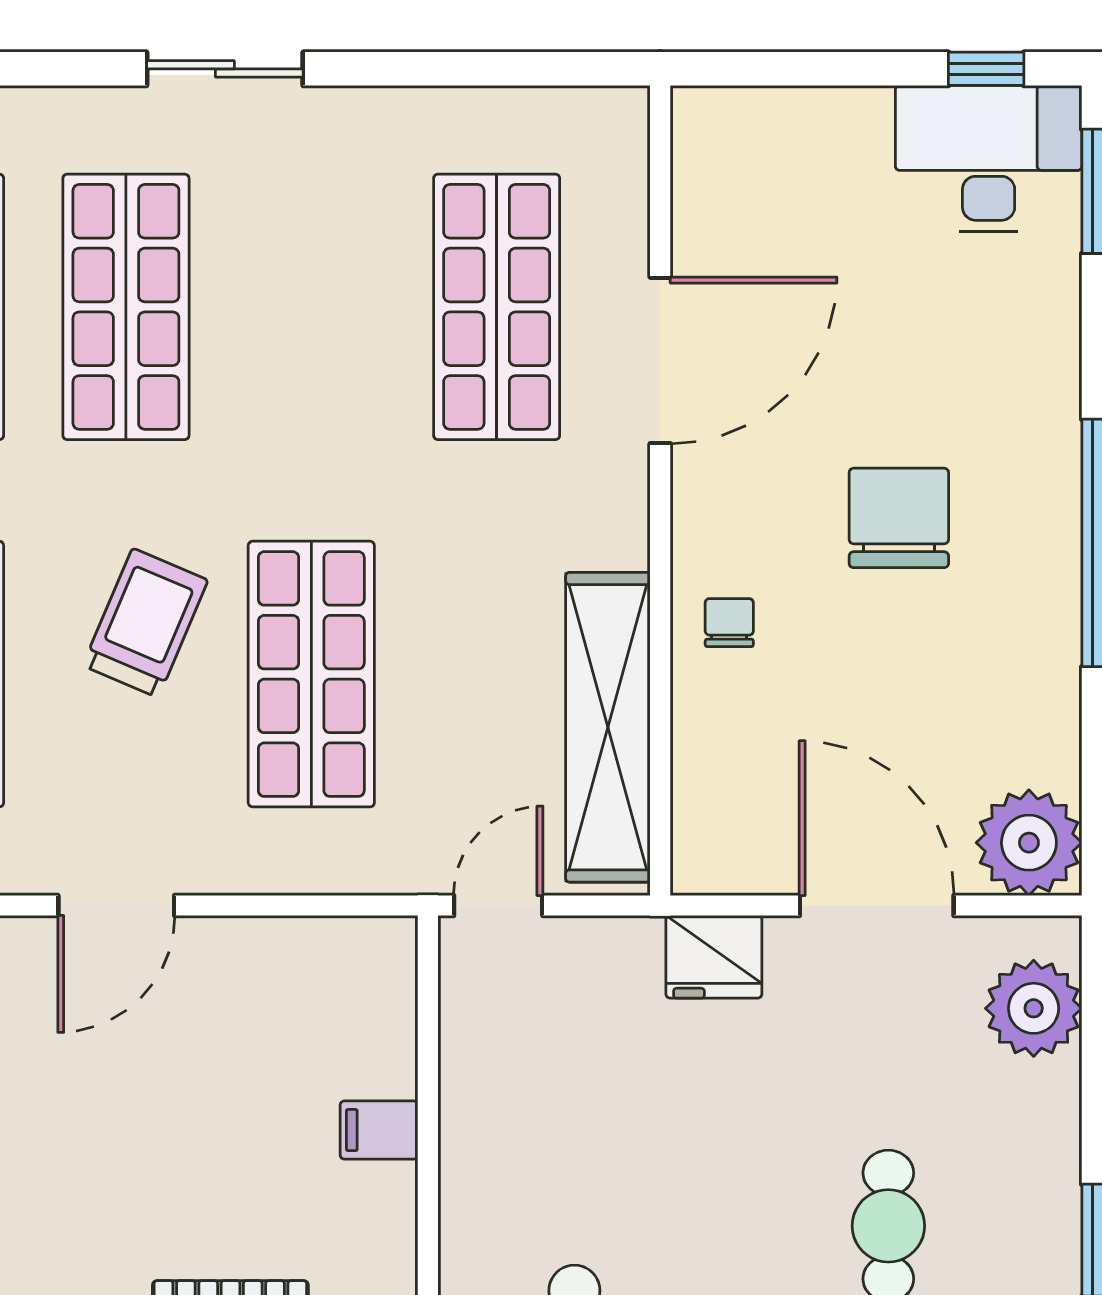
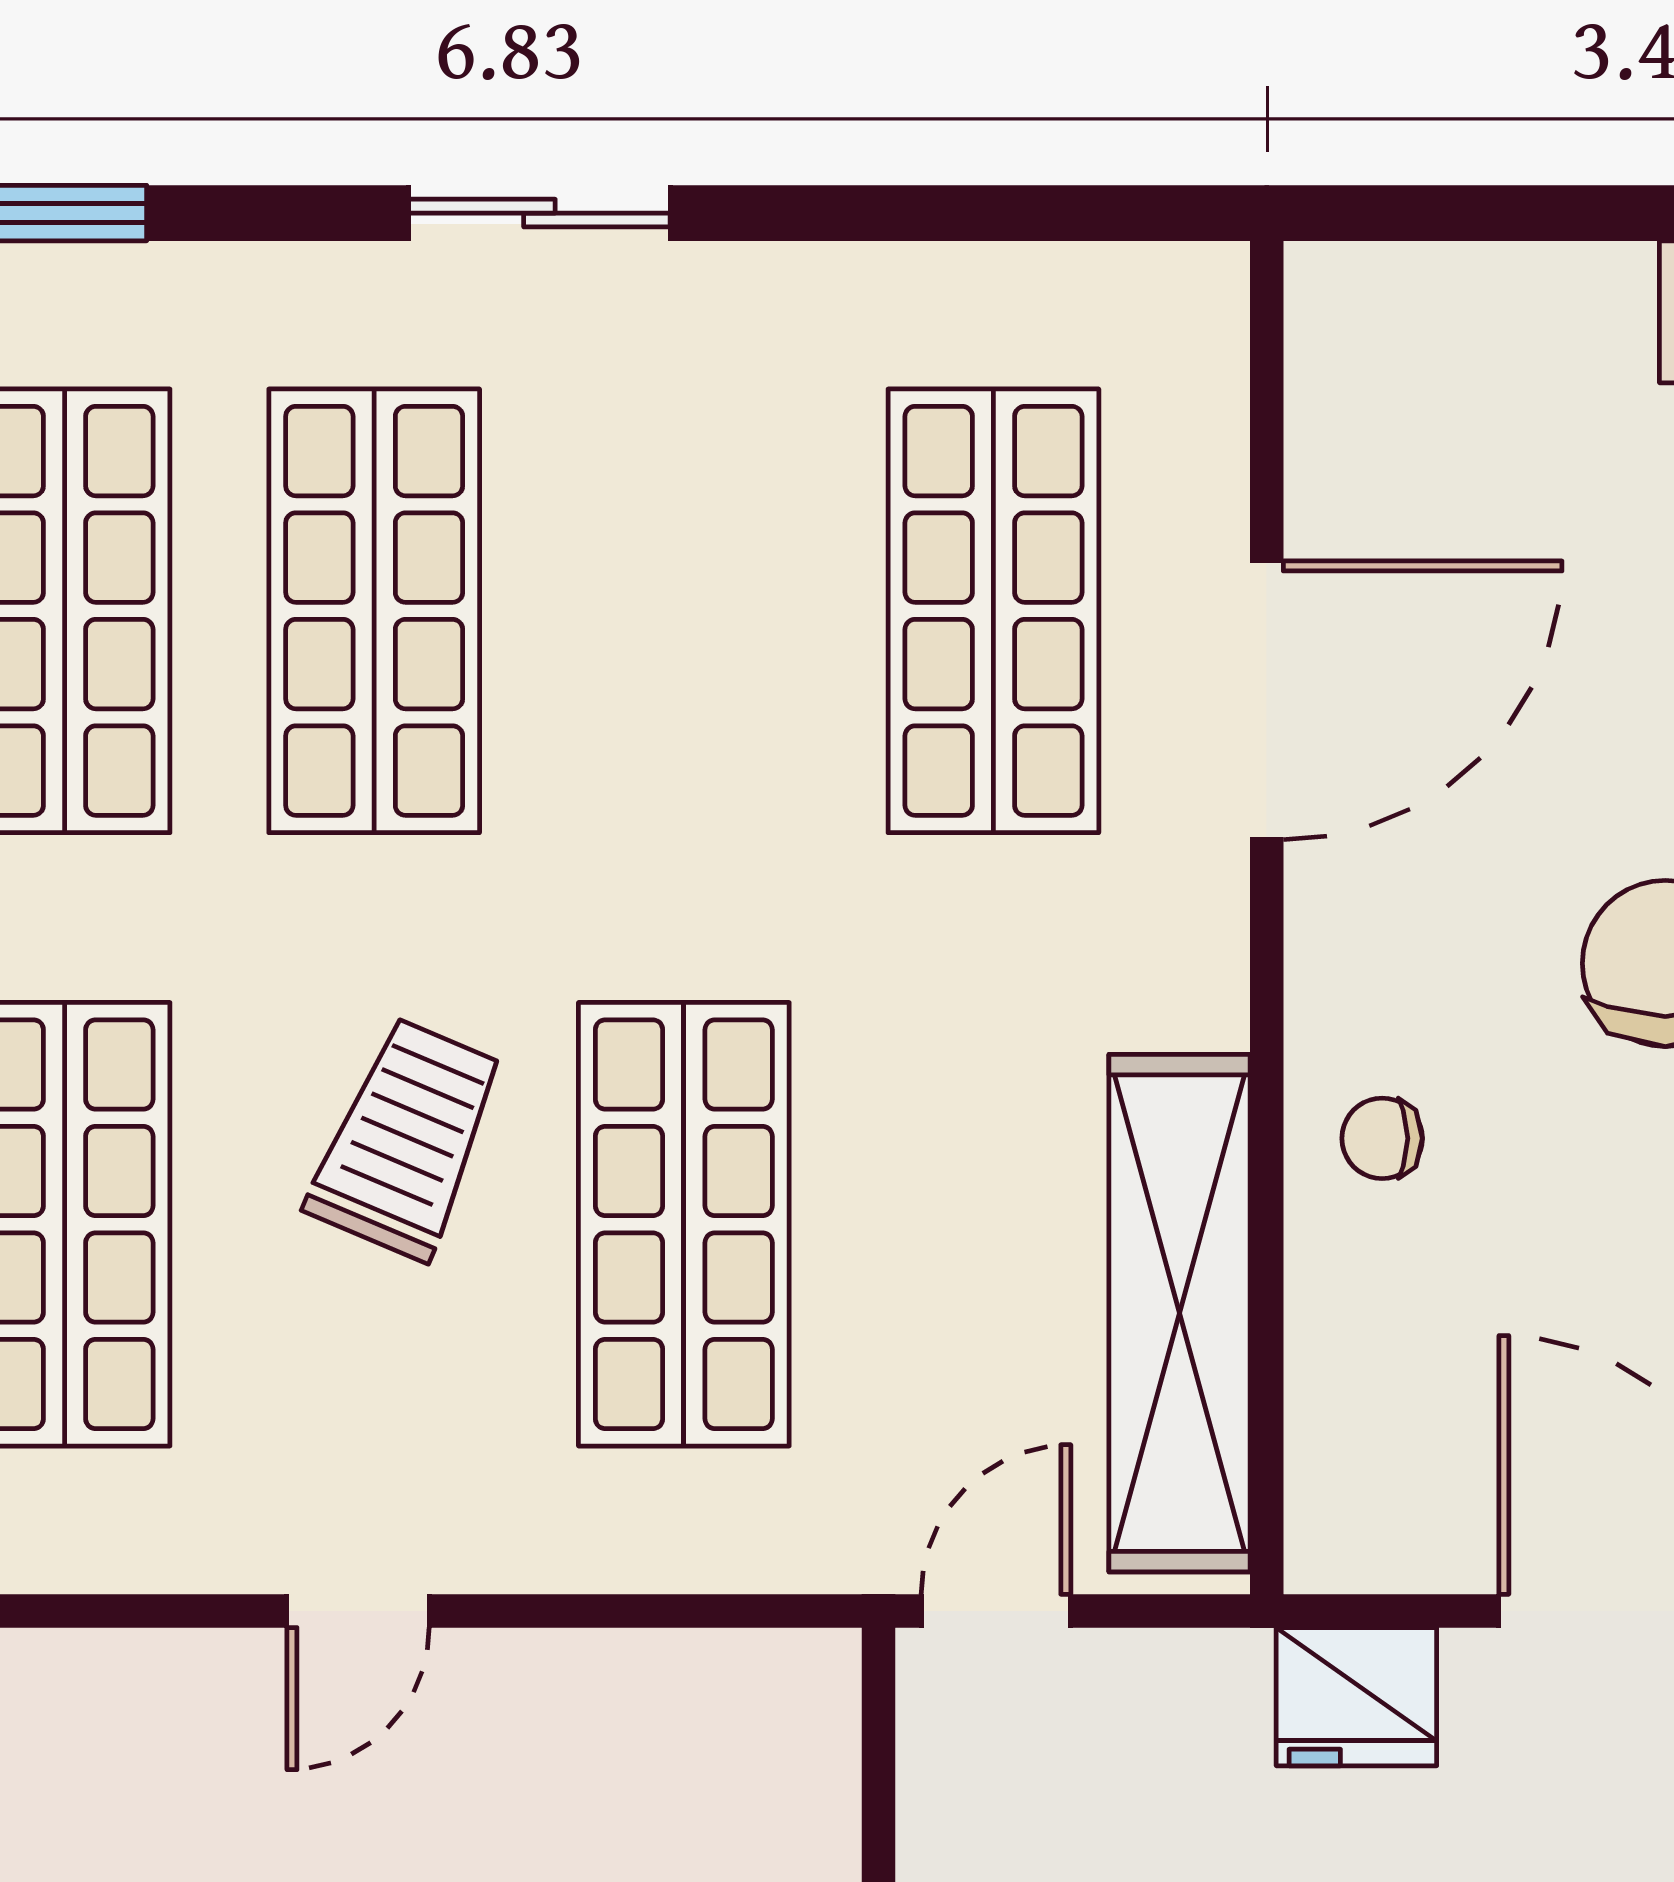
chair: (729, 623) -> (1382, 1138), turned -90
door: (116, 905) -> (358, 1611), width x0.73

